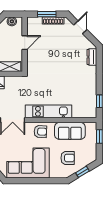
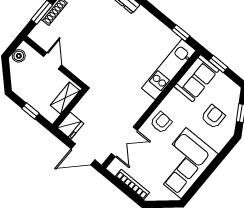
kitchen unit: (49, 111) -> (169, 69), moved
sofa: (70, 131) -> (197, 78), moved

